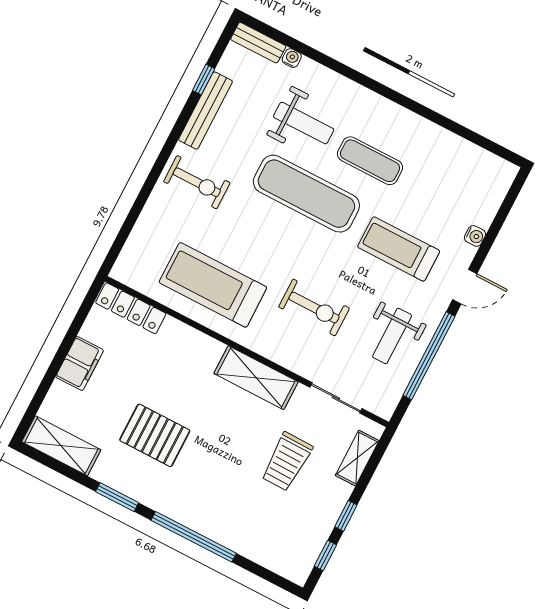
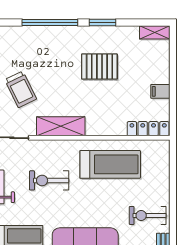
filing cabinet: (80, 364) -> (160, 91), width x0.50
shelving: (61, 446) -> (155, 32), width x0.67, depth x0.75
trolley: (287, 462) -> (21, 89), turned 153

